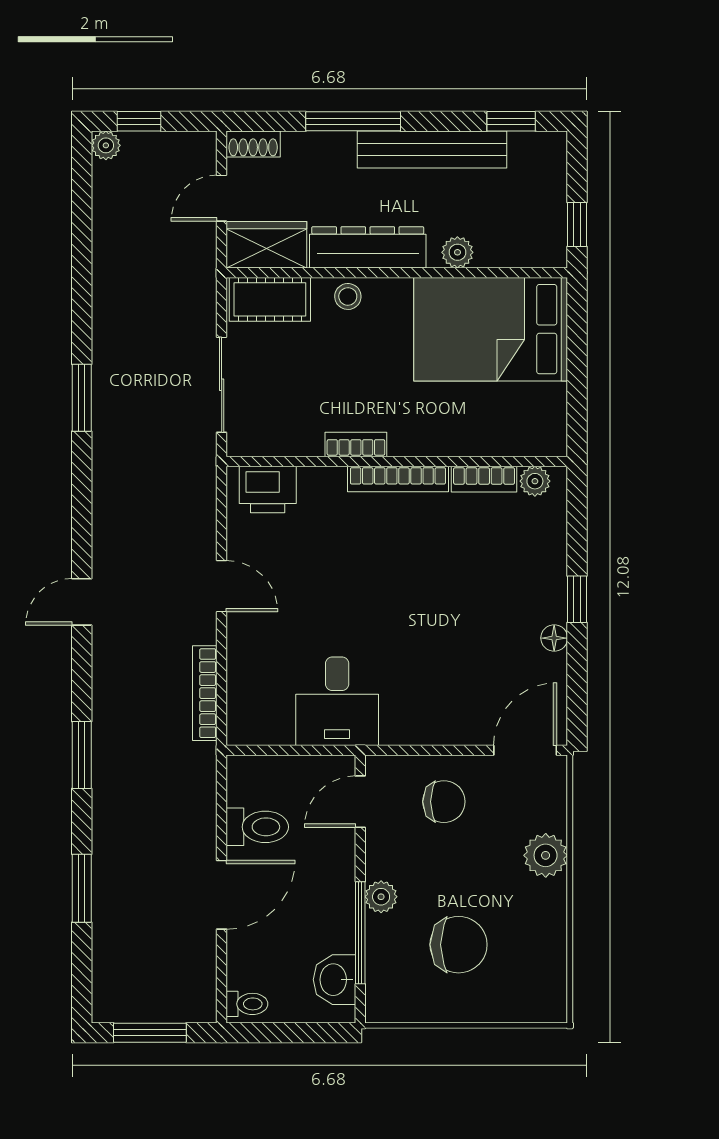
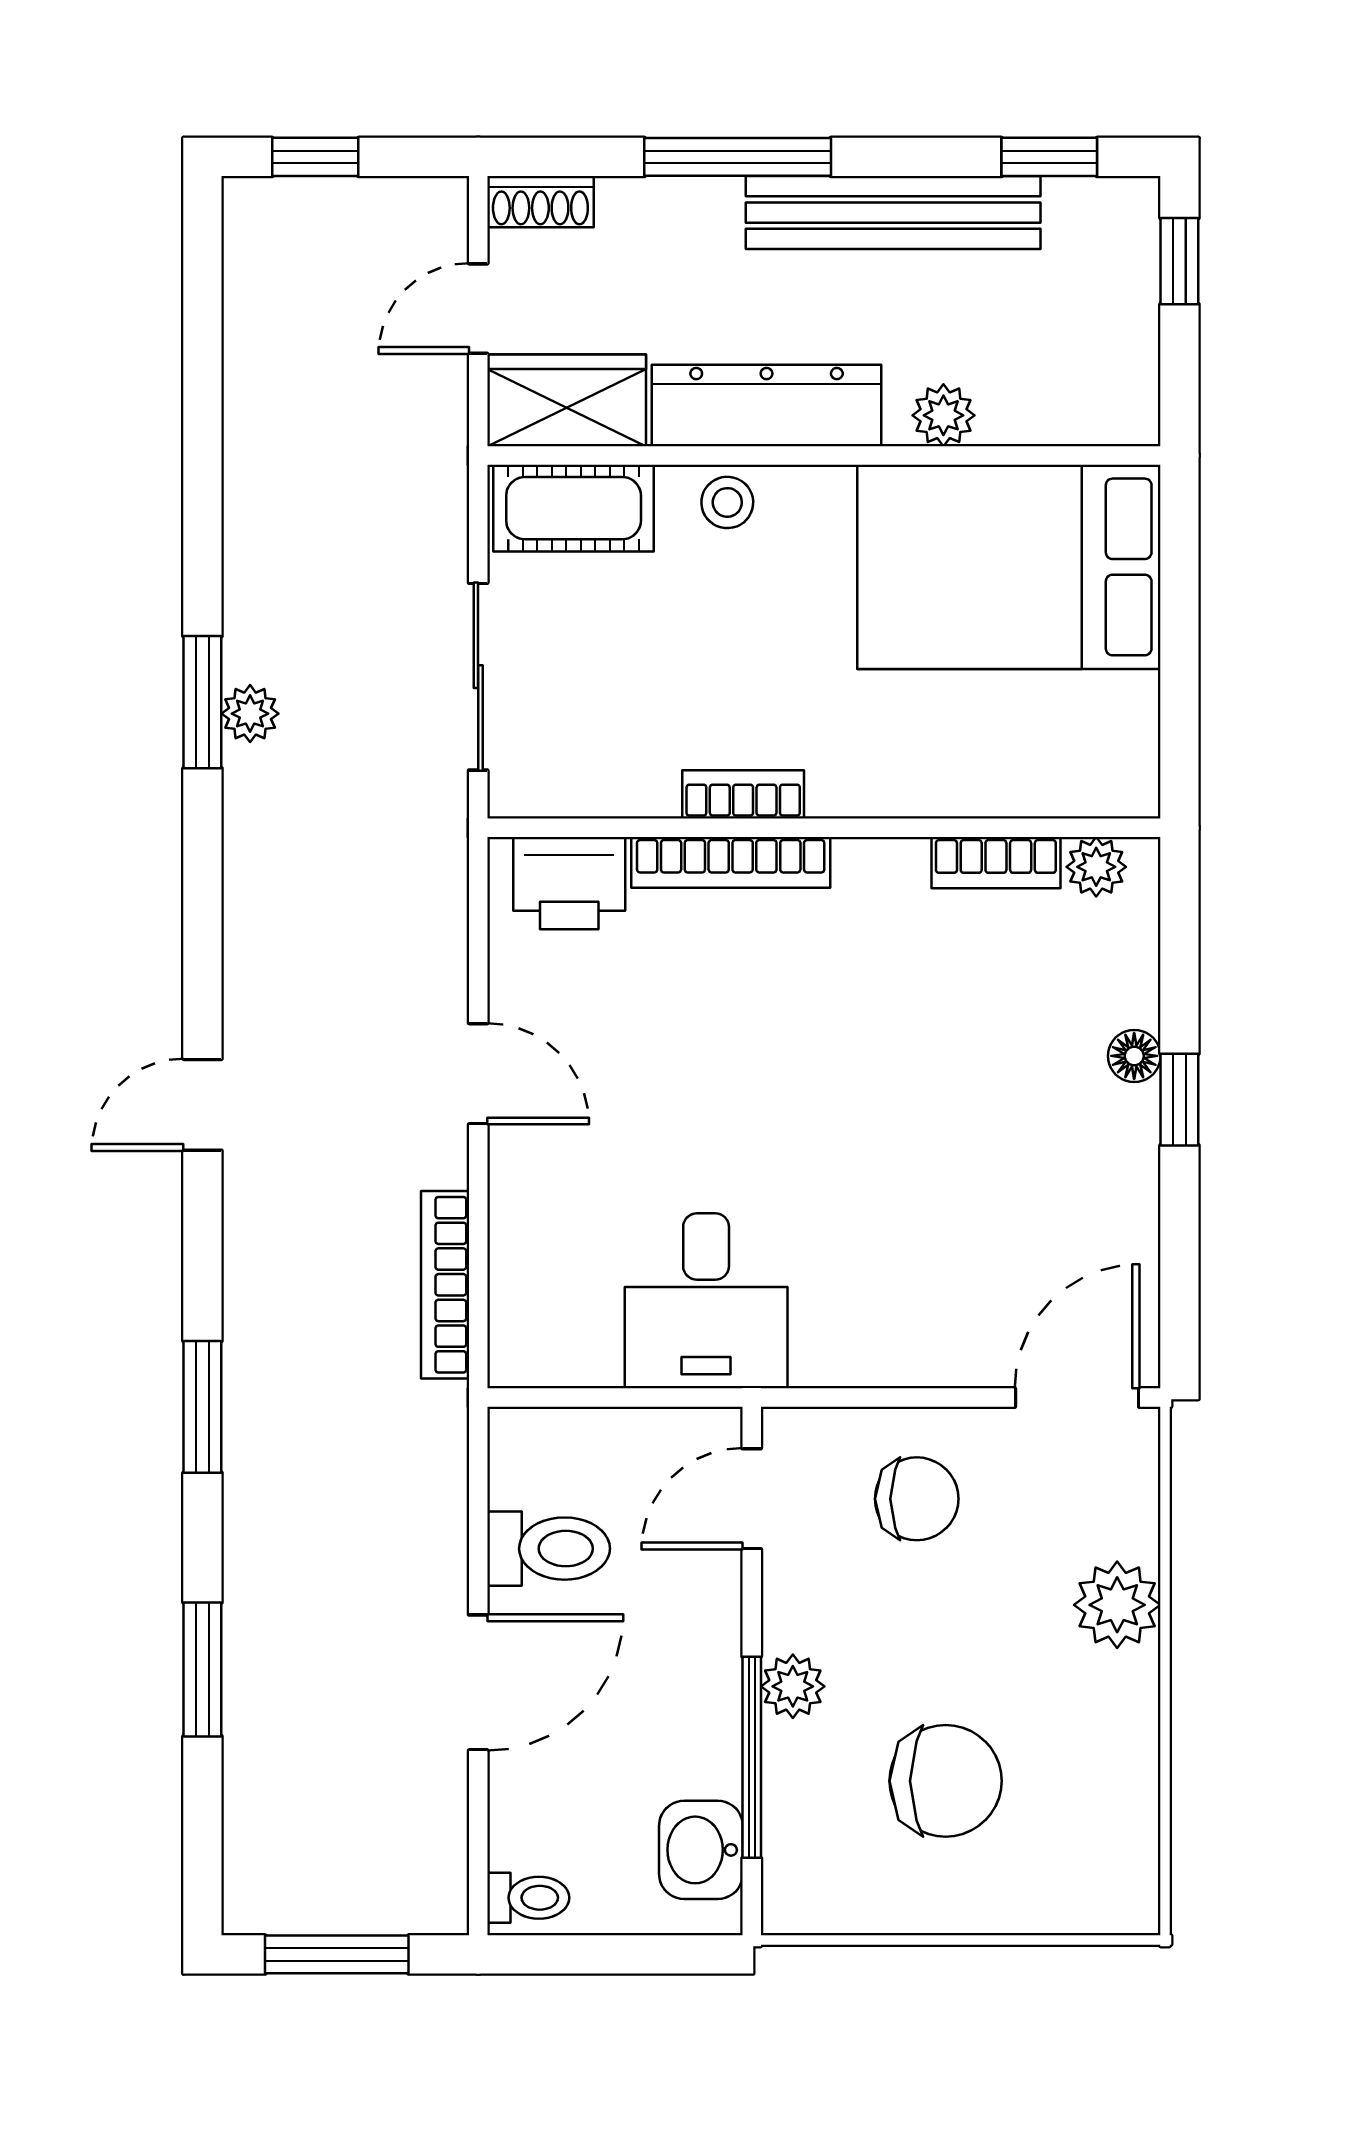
plant: (106, 145) -> (250, 714), moved
window: (577, 224) -> (1179, 261), moved
bookcase: (398, 479) -> (731, 862), moved
floor lamp: (554, 638) -> (1134, 1056), moved

